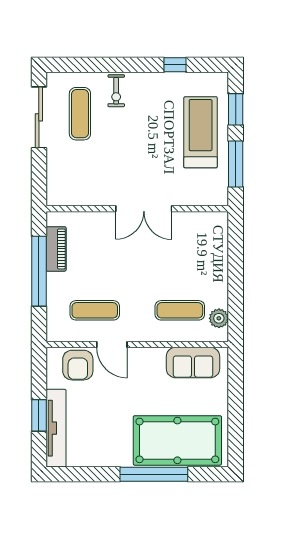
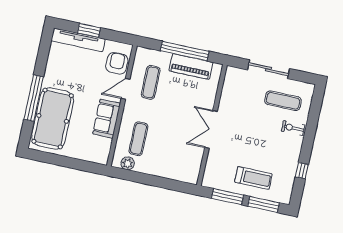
window: (236, 109) -> (264, 204), width x1.44
sliding door: (39, 117) -> (269, 69), moved
treadmill: (201, 132) -> (253, 178), width x0.73, depth x0.73
piano: (56, 249) -> (191, 67), width x1.37, depth x1.33
sofa: (193, 363) -> (107, 119), moved
armchair: (78, 365) -> (117, 63), turned 90

